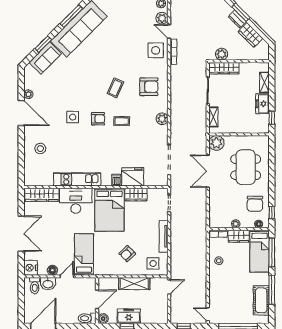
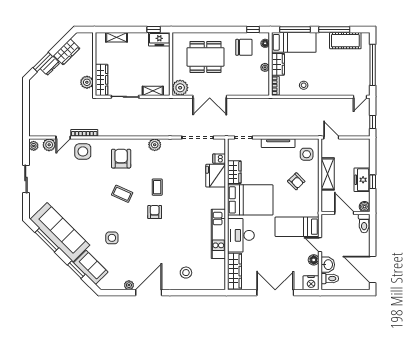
freezer: (262, 104) -> (159, 39), moved
side table: (73, 117) -> (112, 238), moved
dishwasher: (116, 180) -> (219, 159), moved

